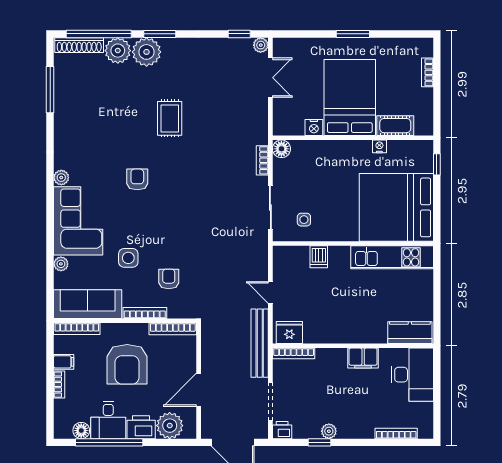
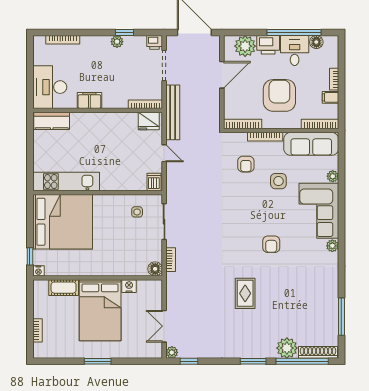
plant: (147, 52) -> (264, 347), removed
nightstand: (379, 146) -> (38, 271), moved
dishwasher: (319, 257) -> (154, 182), moved

